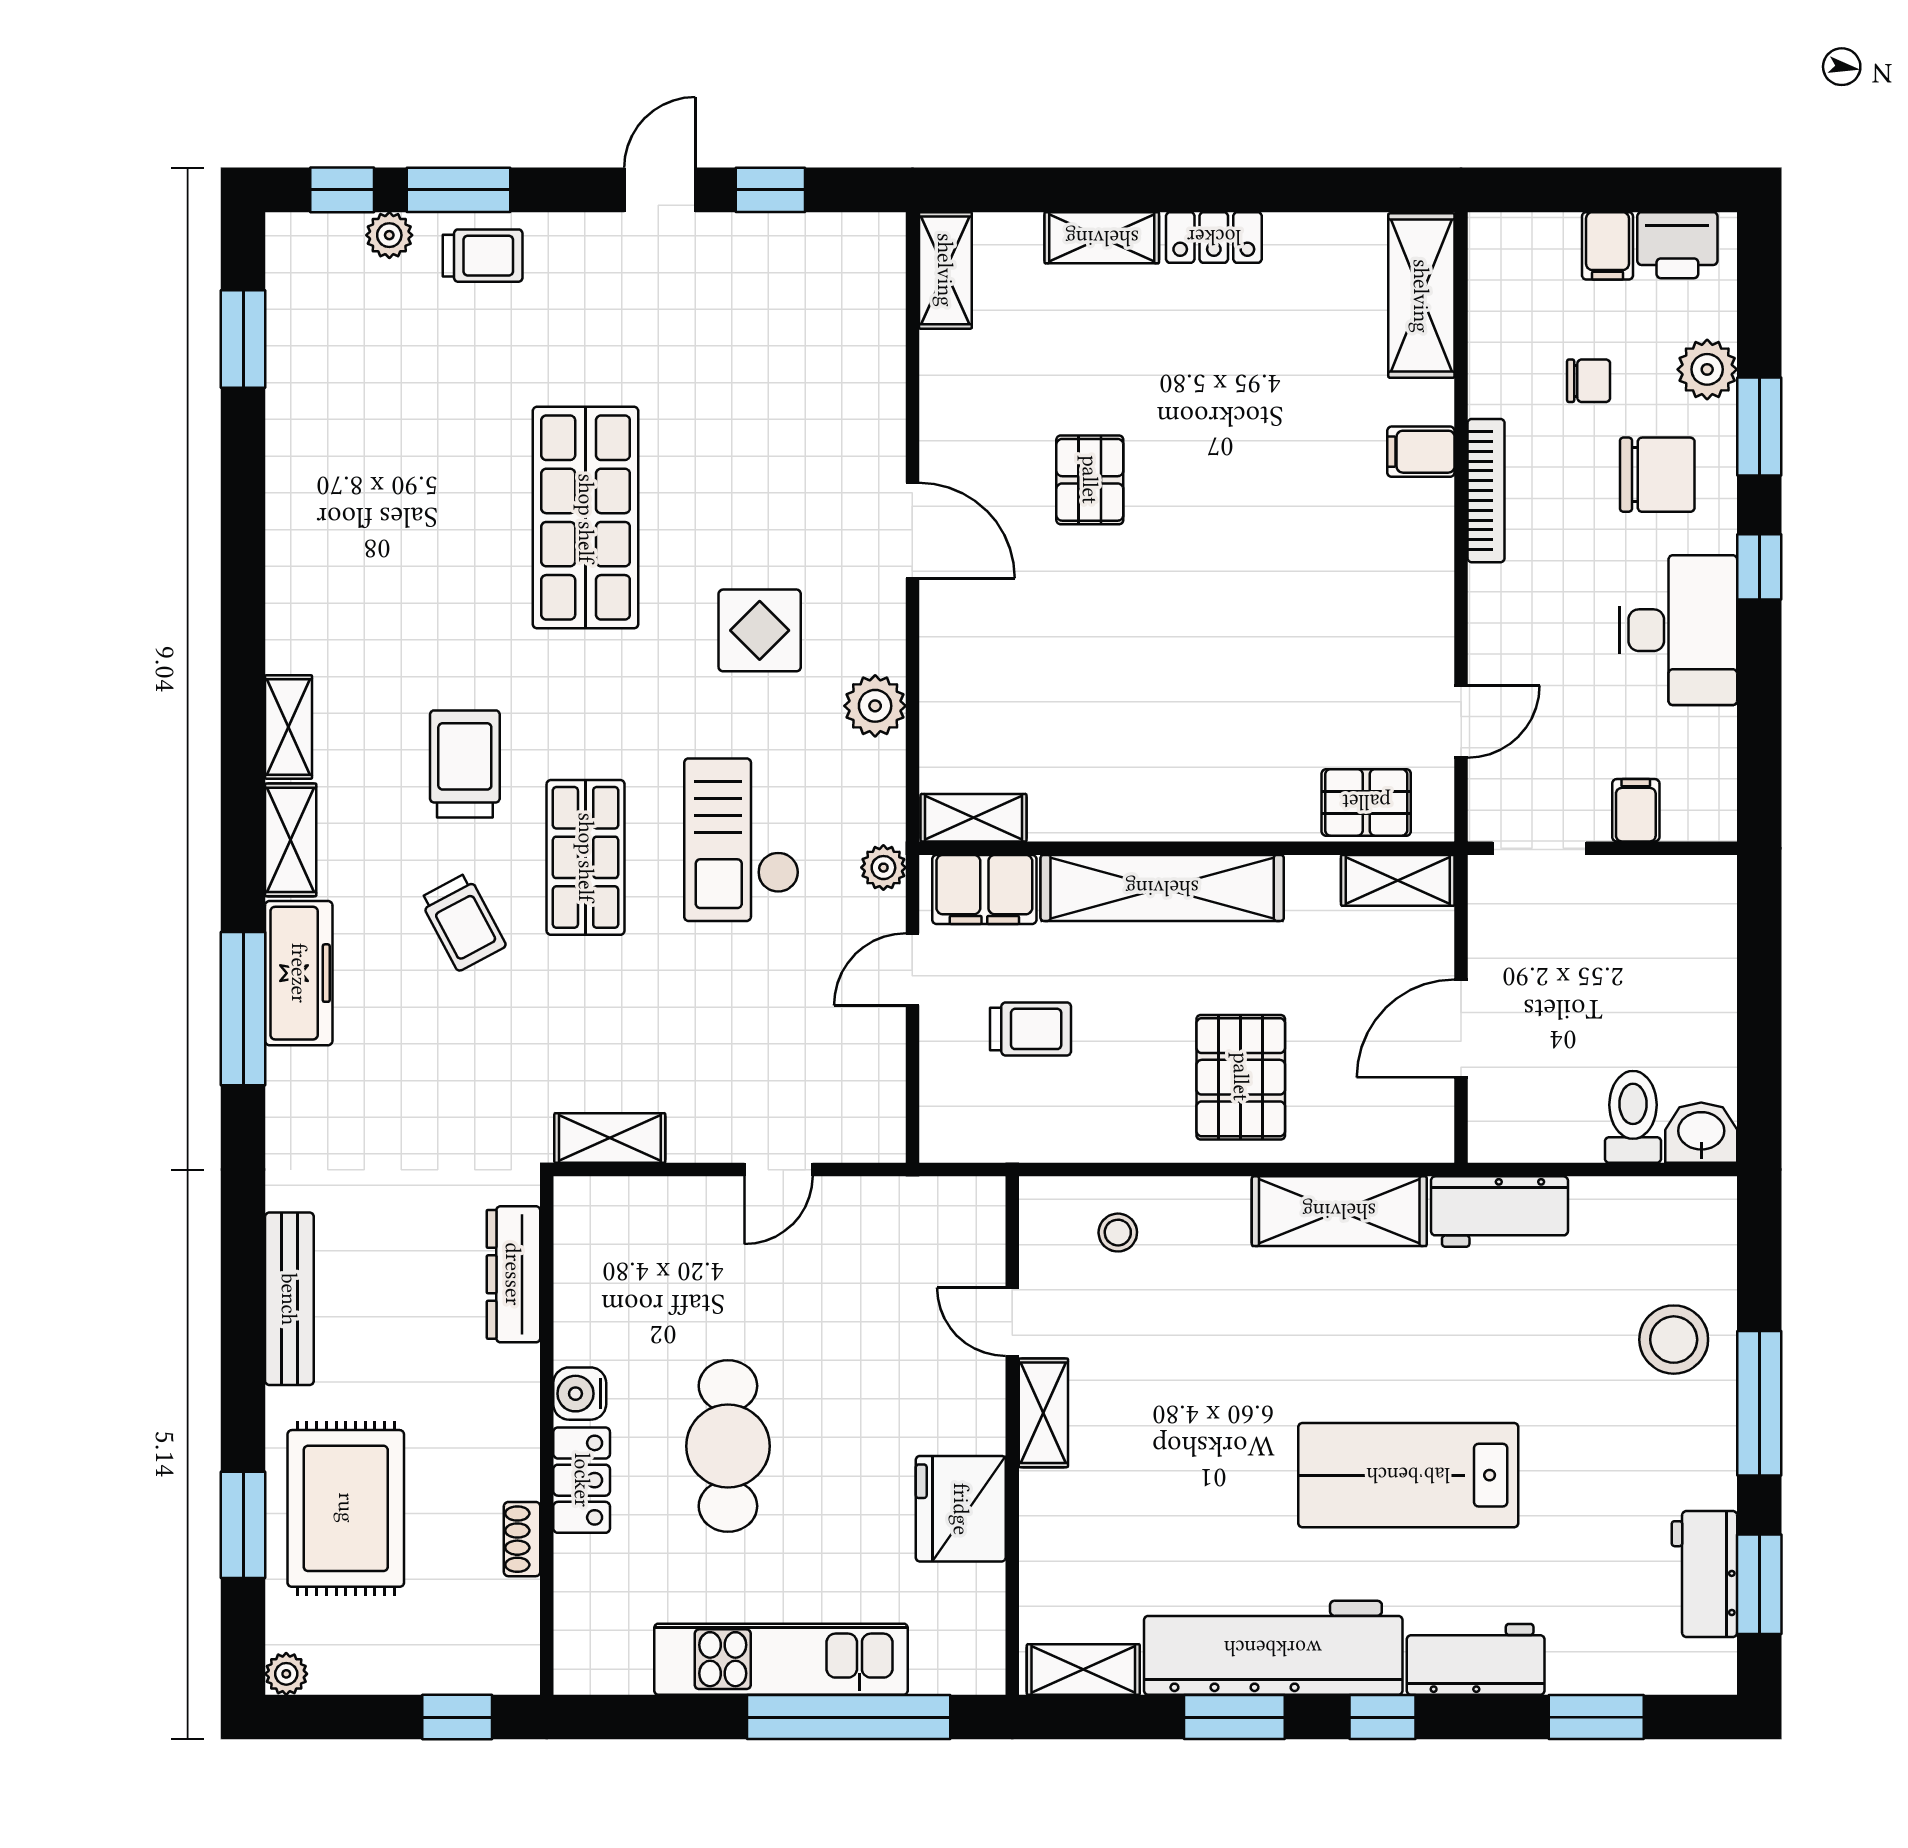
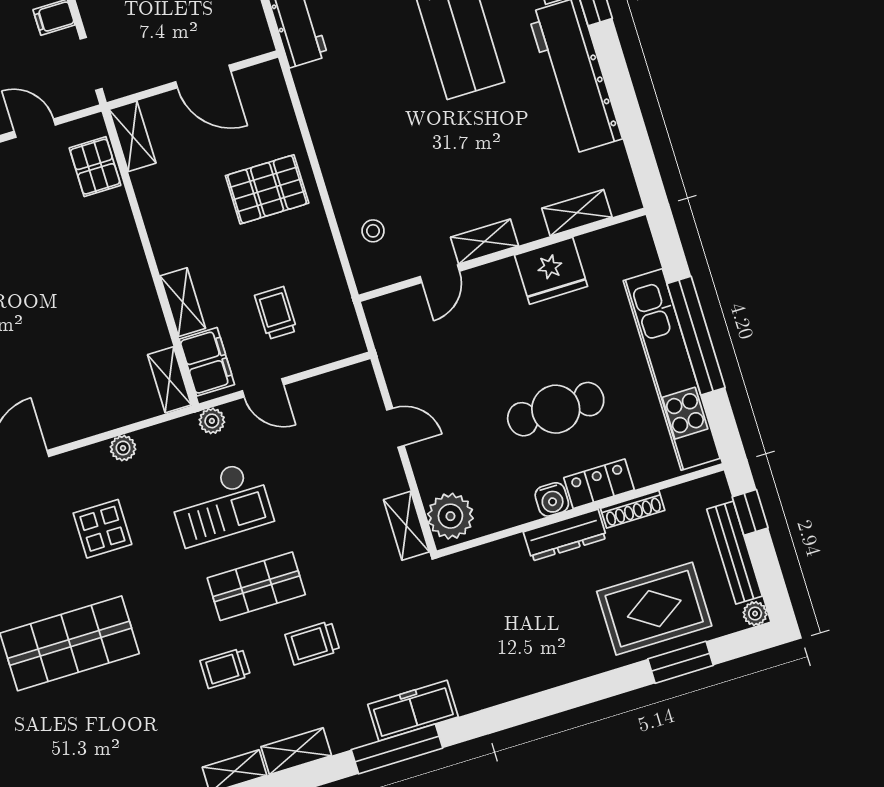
plant: (875, 706) -> (123, 448), width x0.73, depth x0.73
trolley: (465, 764) -> (225, 668), width x0.73, depth x0.72
shelving: (1162, 888) -> (183, 302), width x0.45, depth x0.75
trolley: (463, 922) -> (312, 643), turned -152
freezer: (299, 973) -> (413, 711), moved
shelving: (1339, 1211) -> (324, 113), removed
plant: (603, 1216) -> (450, 516), added
dresser: (513, 1274) -> (565, 535), moved
bench: (289, 1299) -> (735, 553), moved, turned 90
shoe rack: (522, 1539) -> (633, 509), width x1.43
kitchen unit: (781, 1659) -> (672, 370), width x1.36
shelving: (1083, 1669) -> (577, 213), moved, turned 90
window: (849, 1717) -> (696, 336), moved
window: (1234, 1717) -> (620, 85), removed

